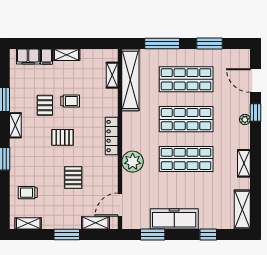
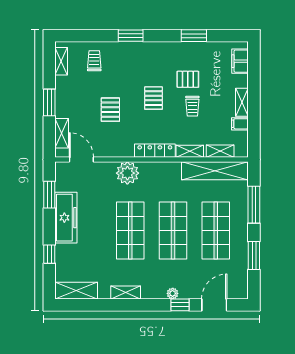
filing cabinet: (46, 57) -> (240, 124), moved
shelving: (15, 125) -> (190, 151), moved
pallet: (73, 178) -> (110, 110), turned 90

